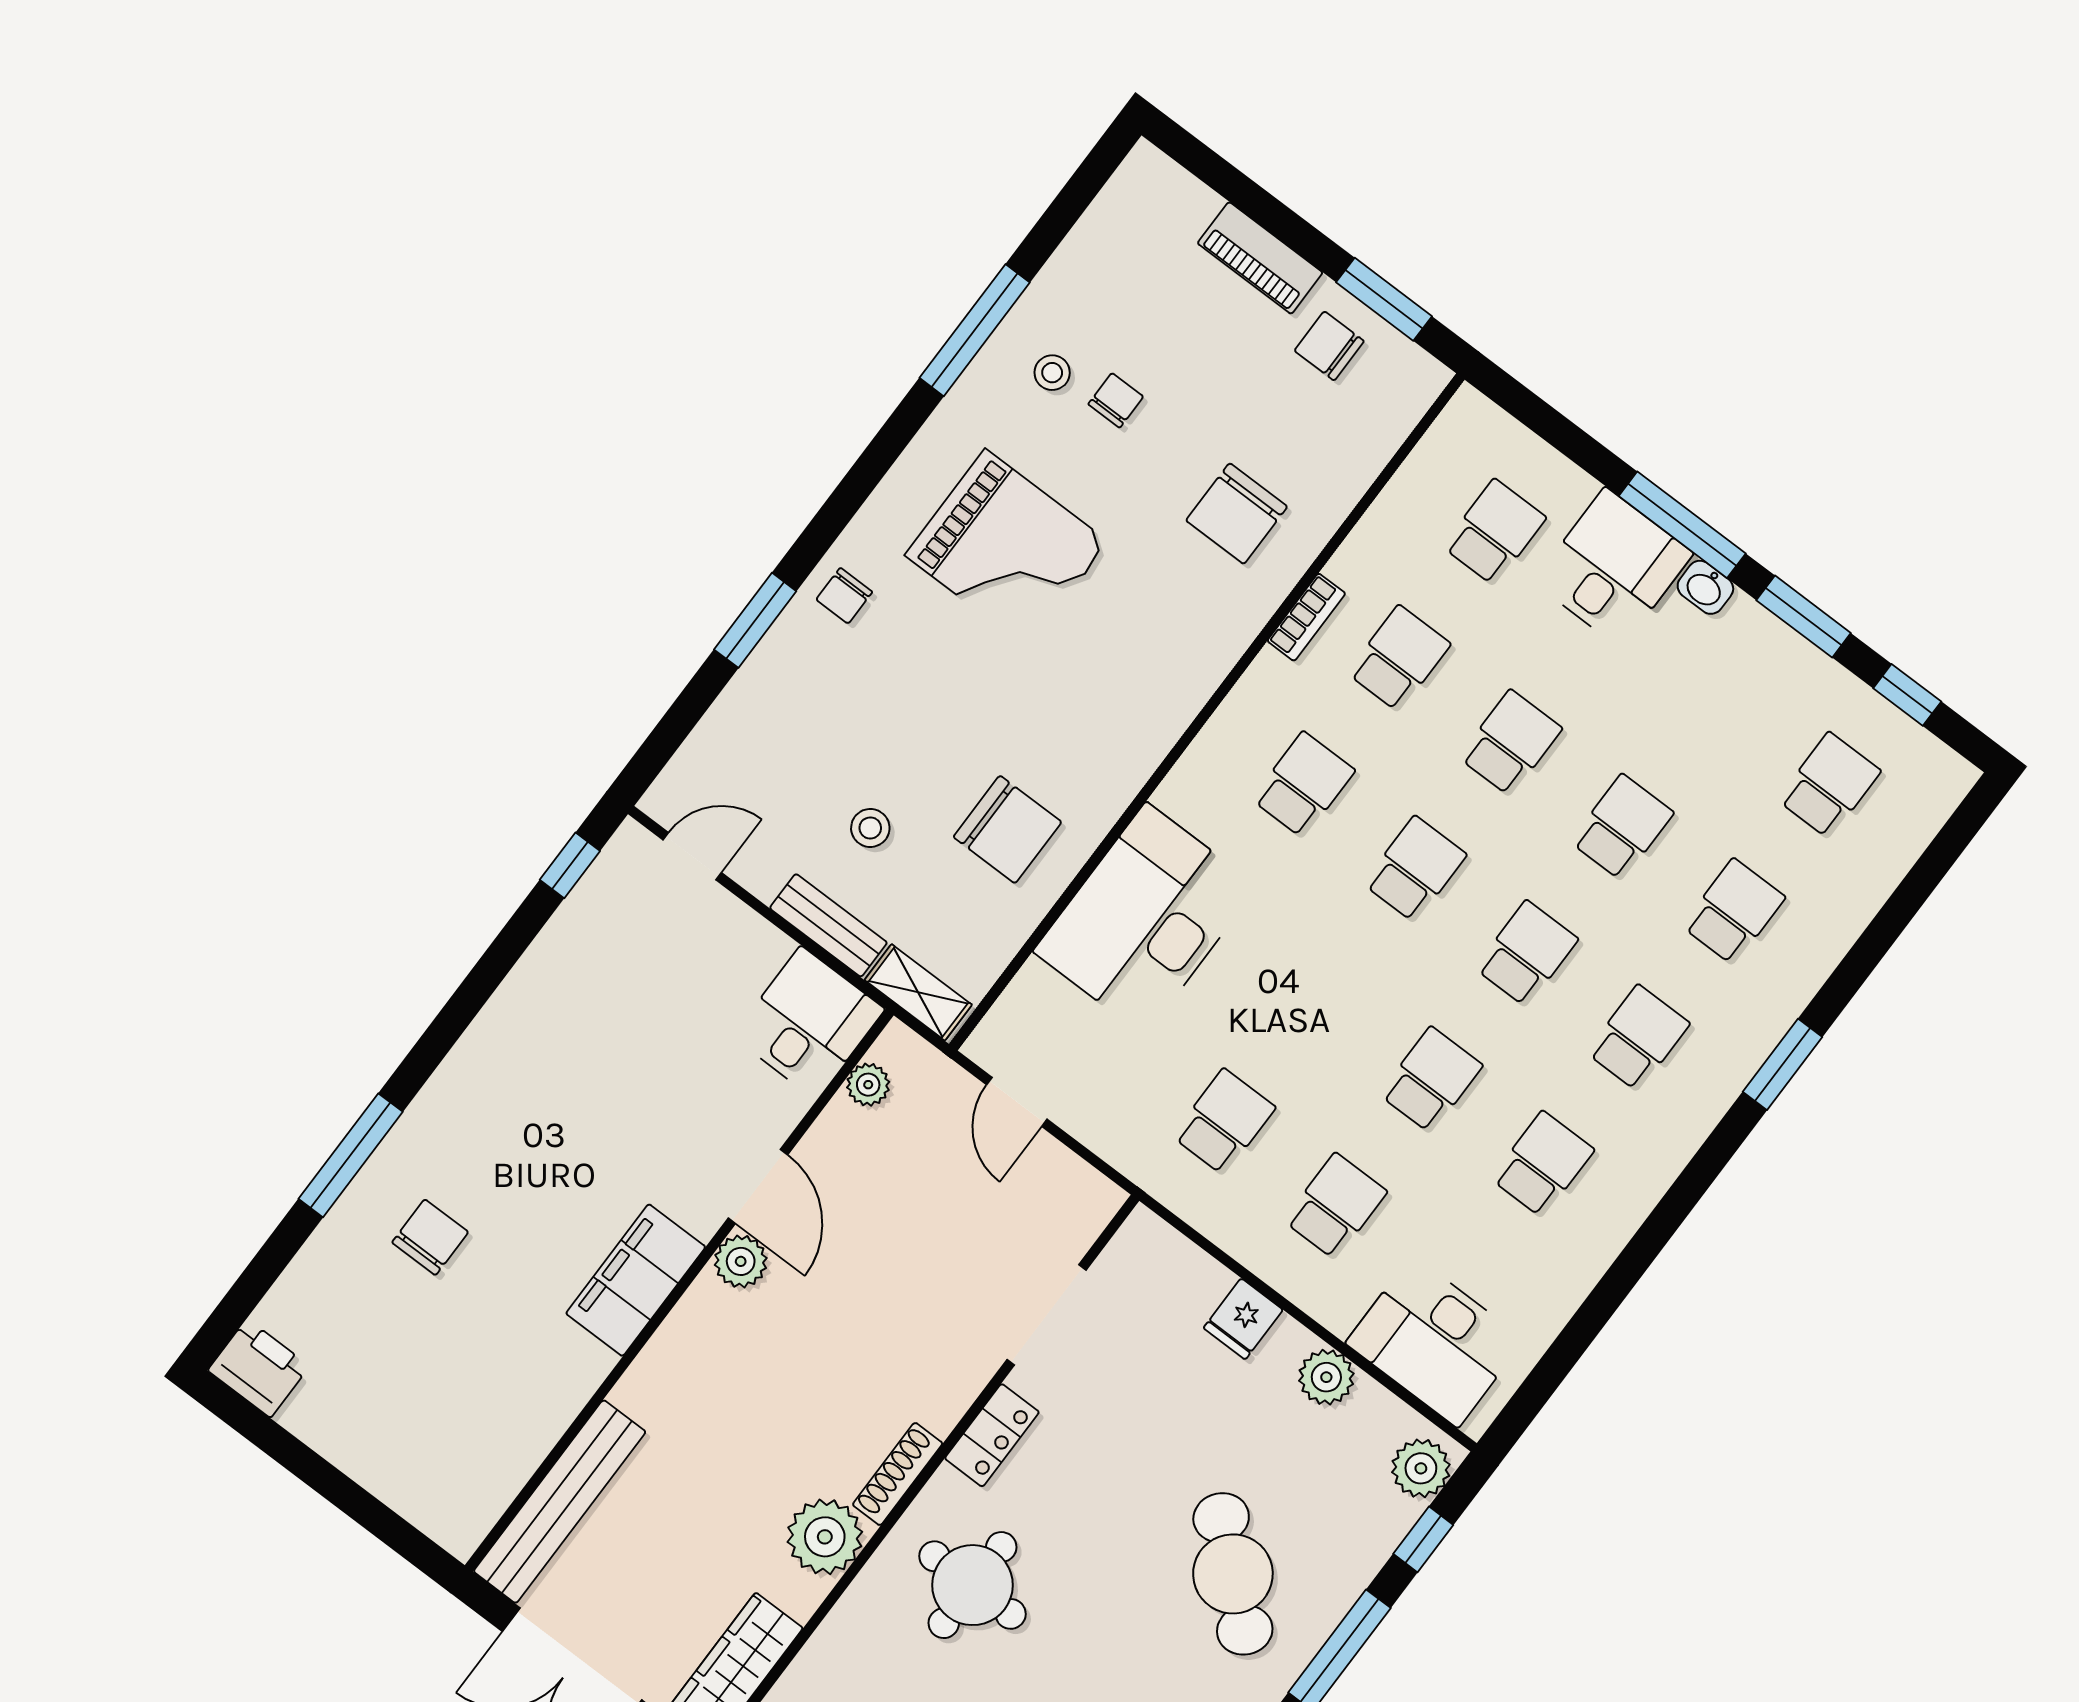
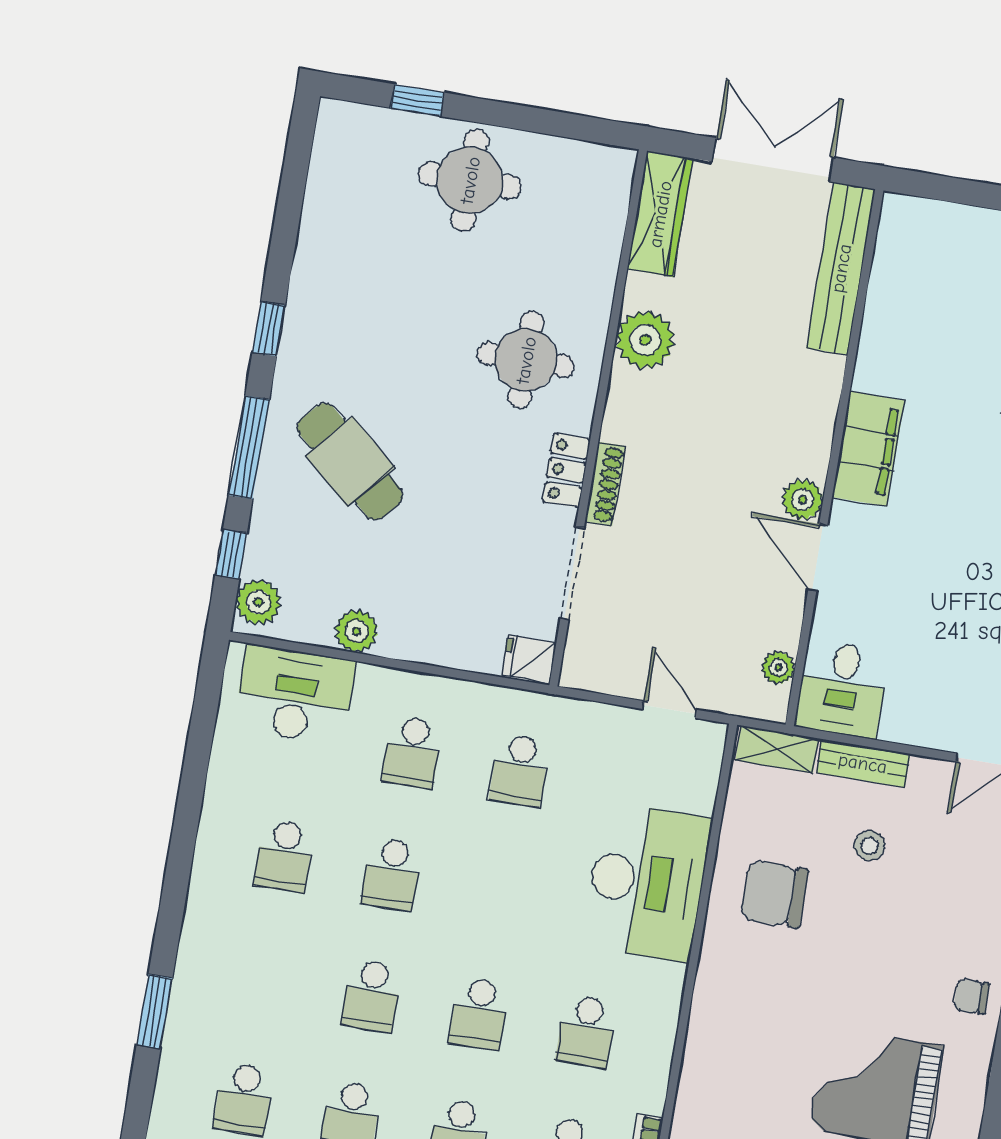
chair: (844, 596) -> (971, 996), turned -90
school desk: (1638, 1038) -> (264, 978), removed
fridge: (1243, 1319) -> (529, 659), moved, turned -90
shoe rack: (898, 1474) -> (605, 484), moved

